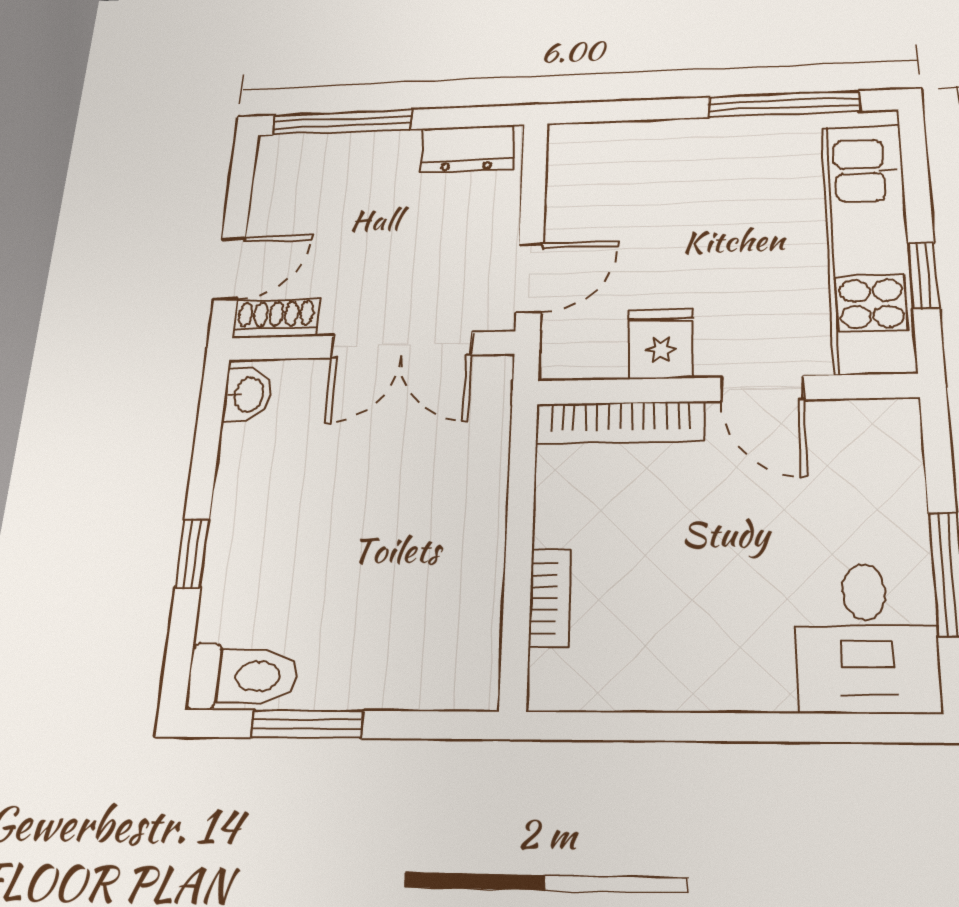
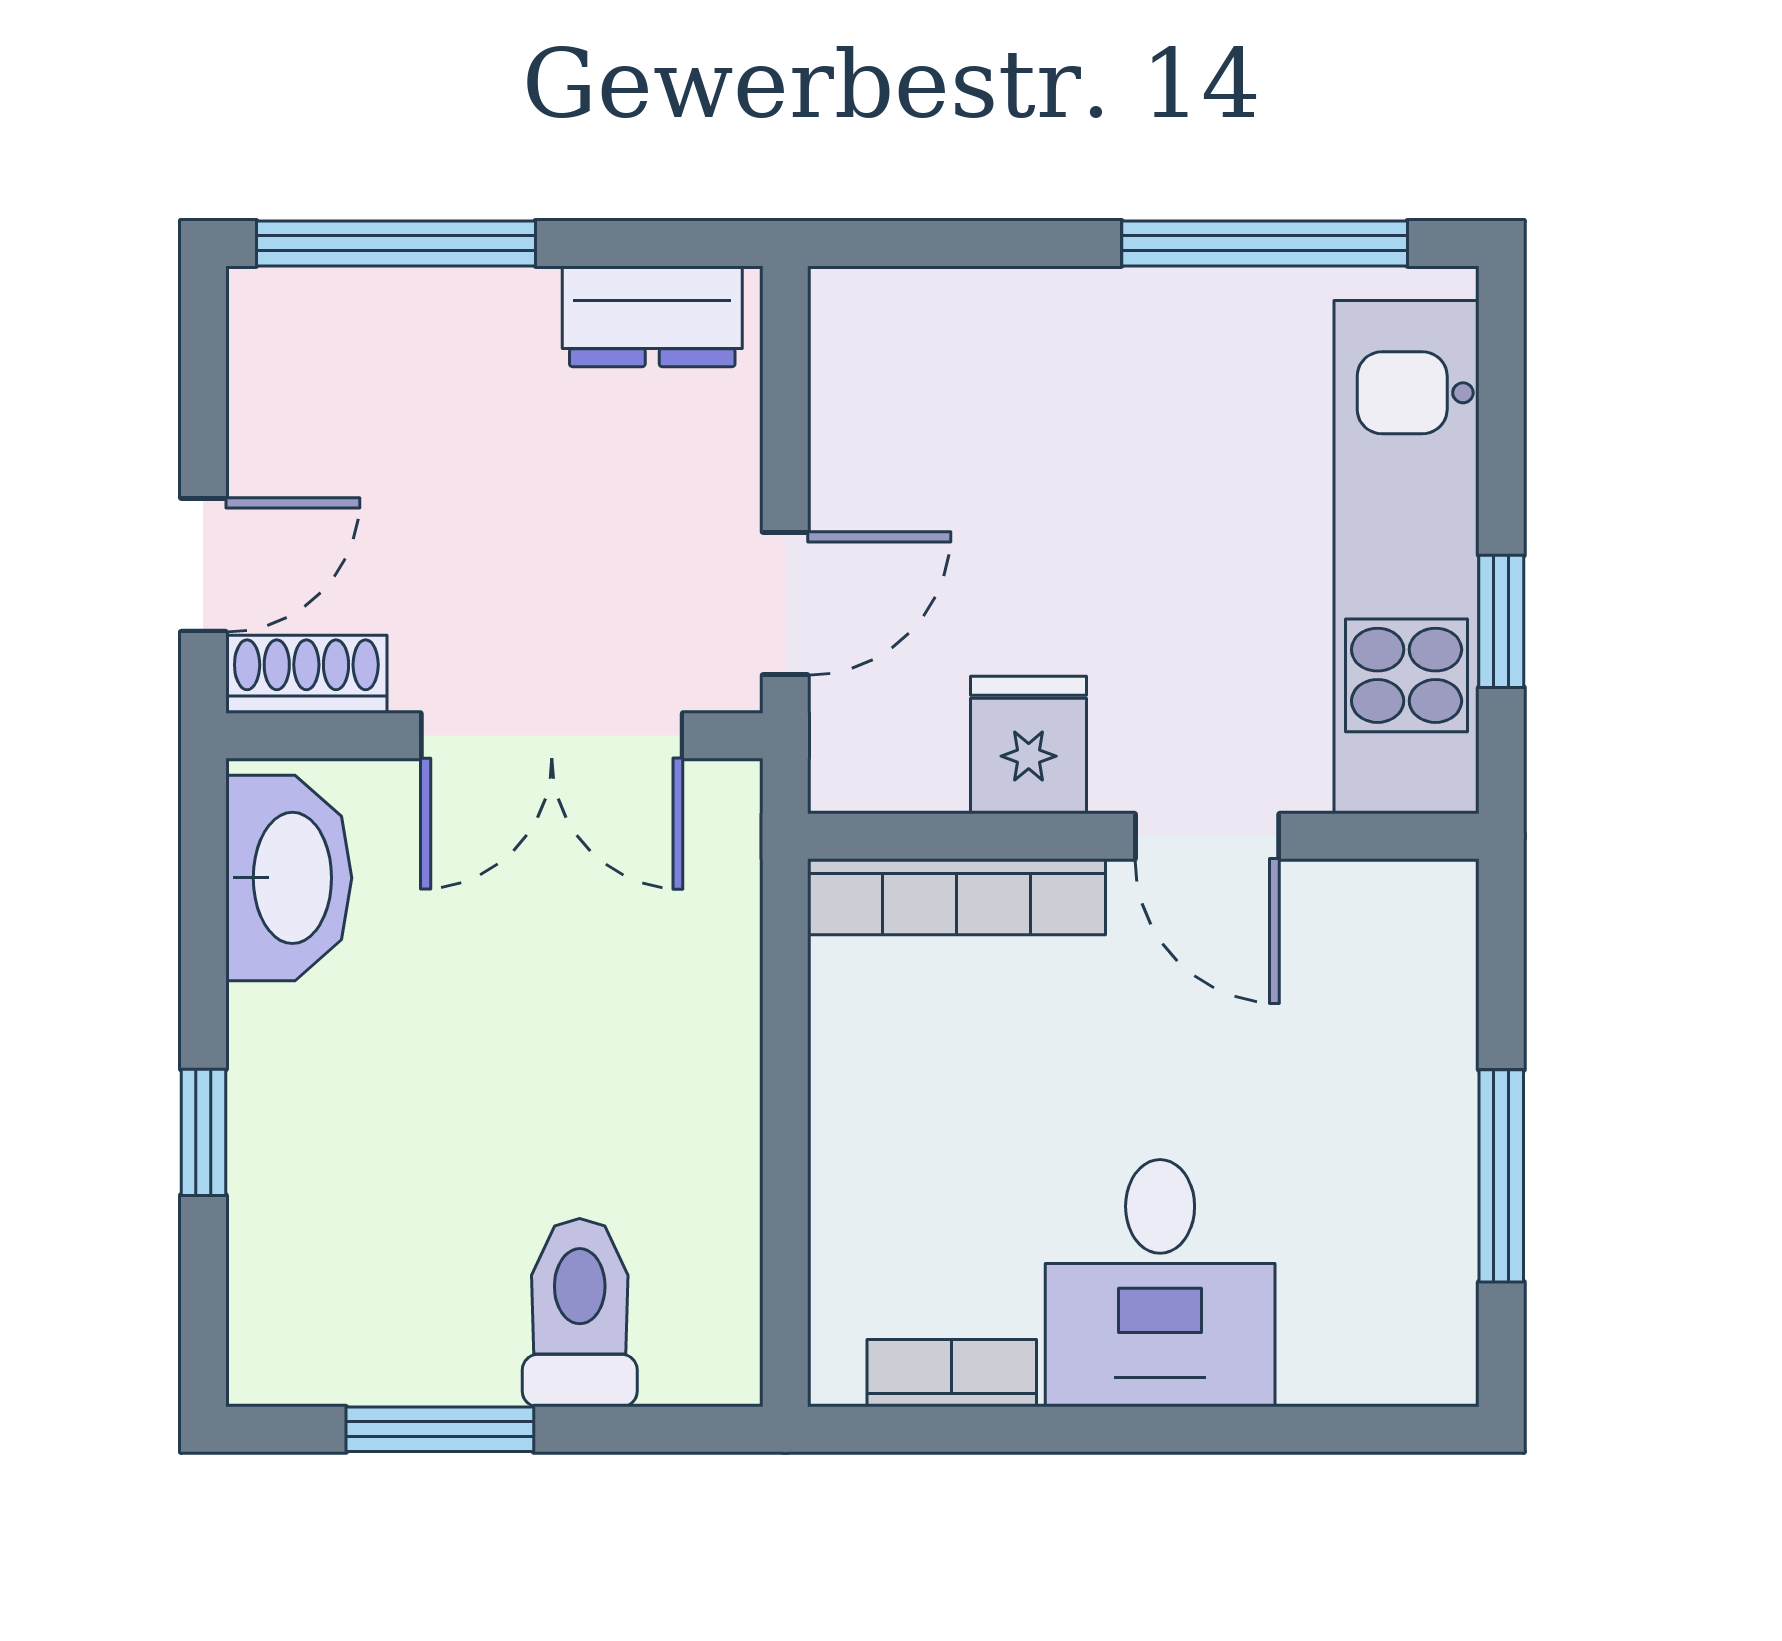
washbasin: (248, 394) -> (289, 878), width x1.91, depth x1.45
bookcase: (550, 598) -> (952, 1373), moved, turned -90
desk: (866, 638) -> (1160, 1283), moved
toilet: (243, 676) -> (580, 1313), moved, turned -90

